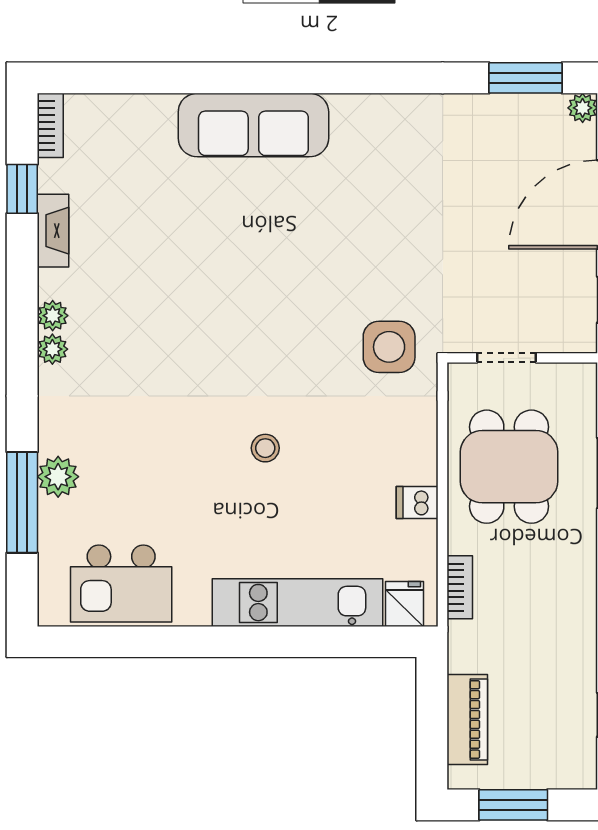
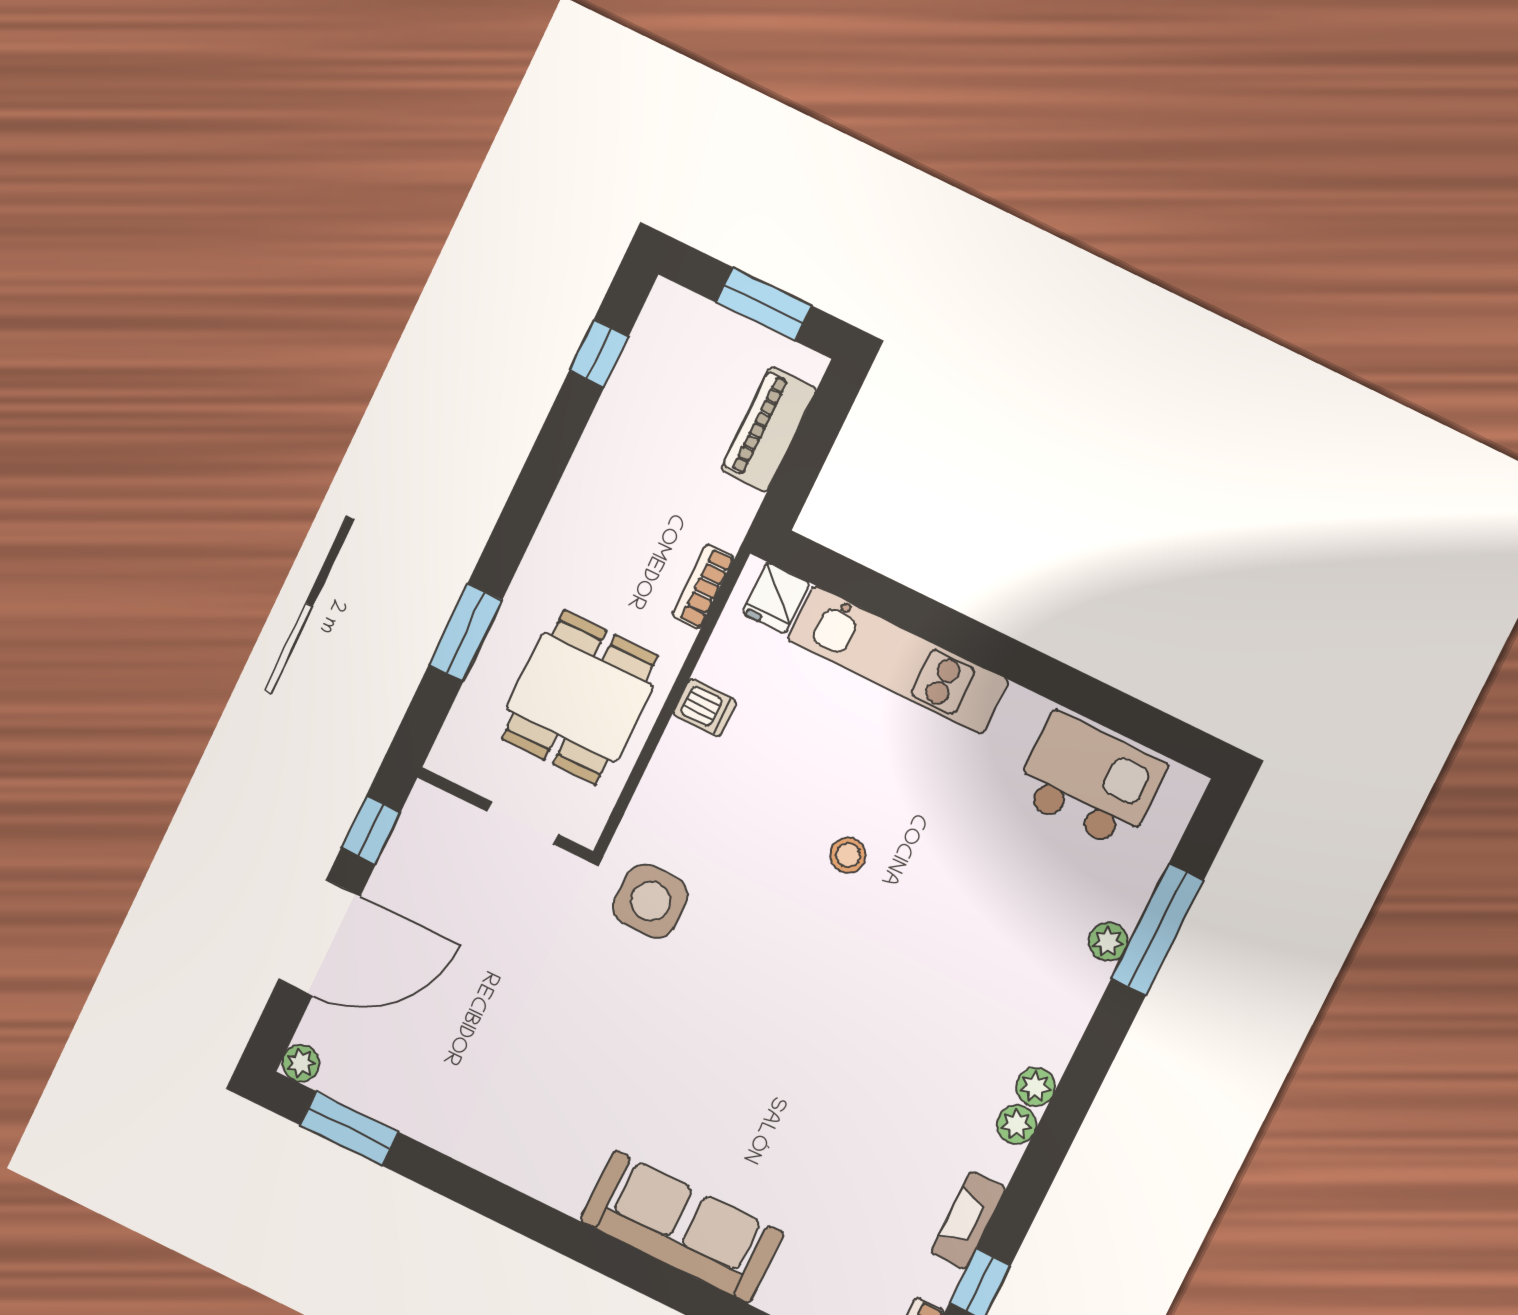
plant: (58, 477) -> (1108, 942), width x0.73, depth x0.73

